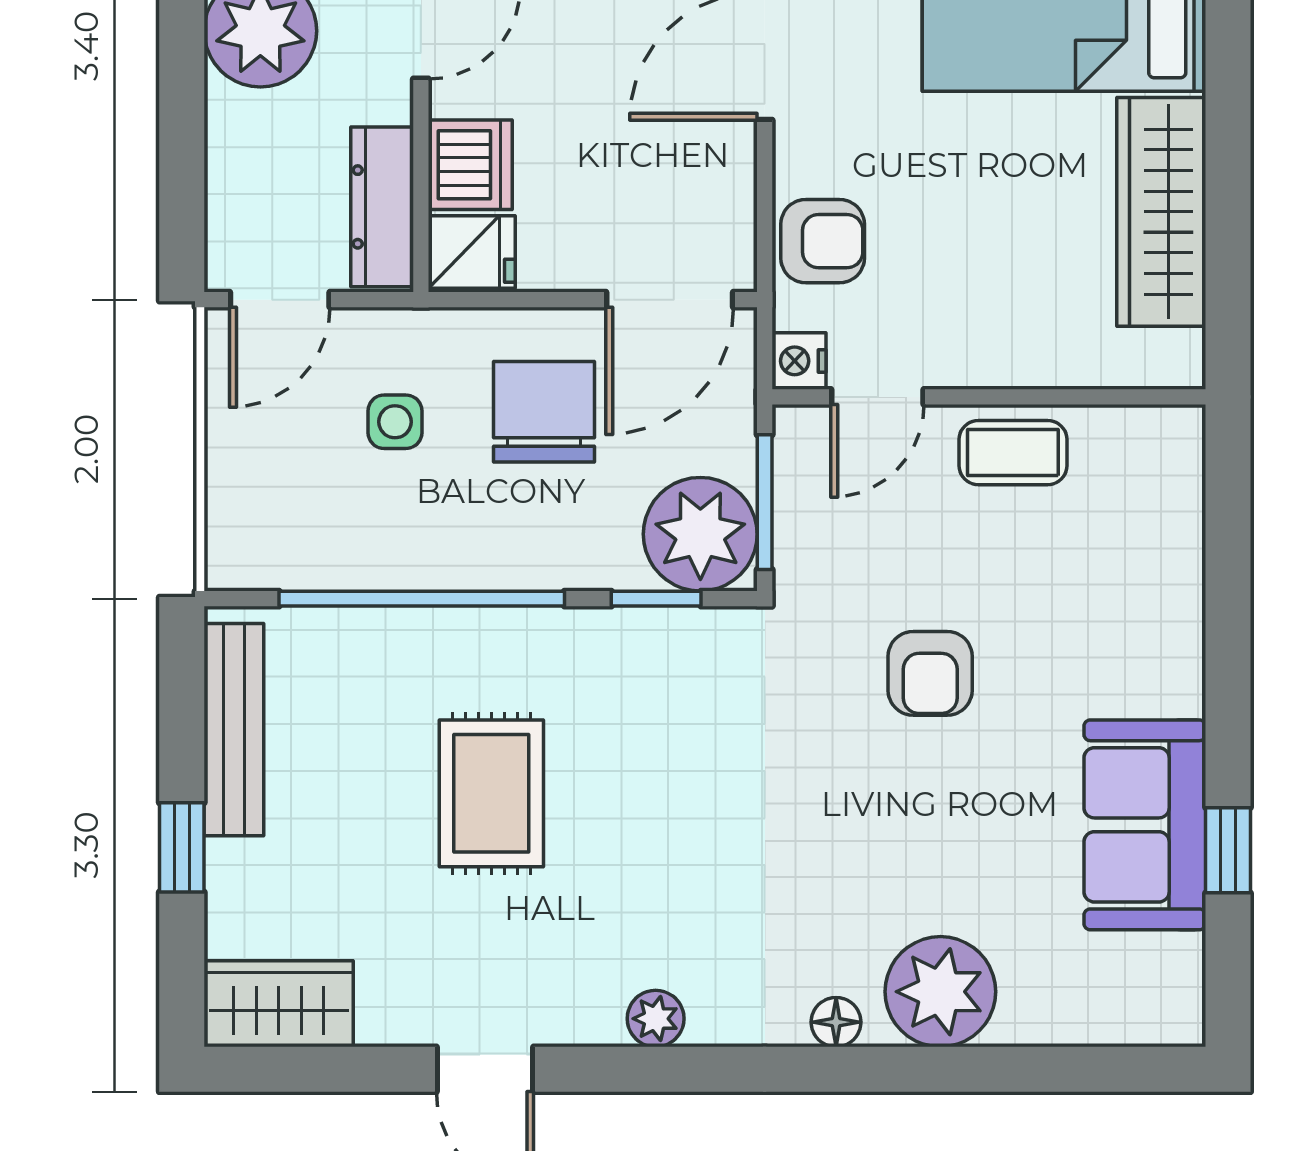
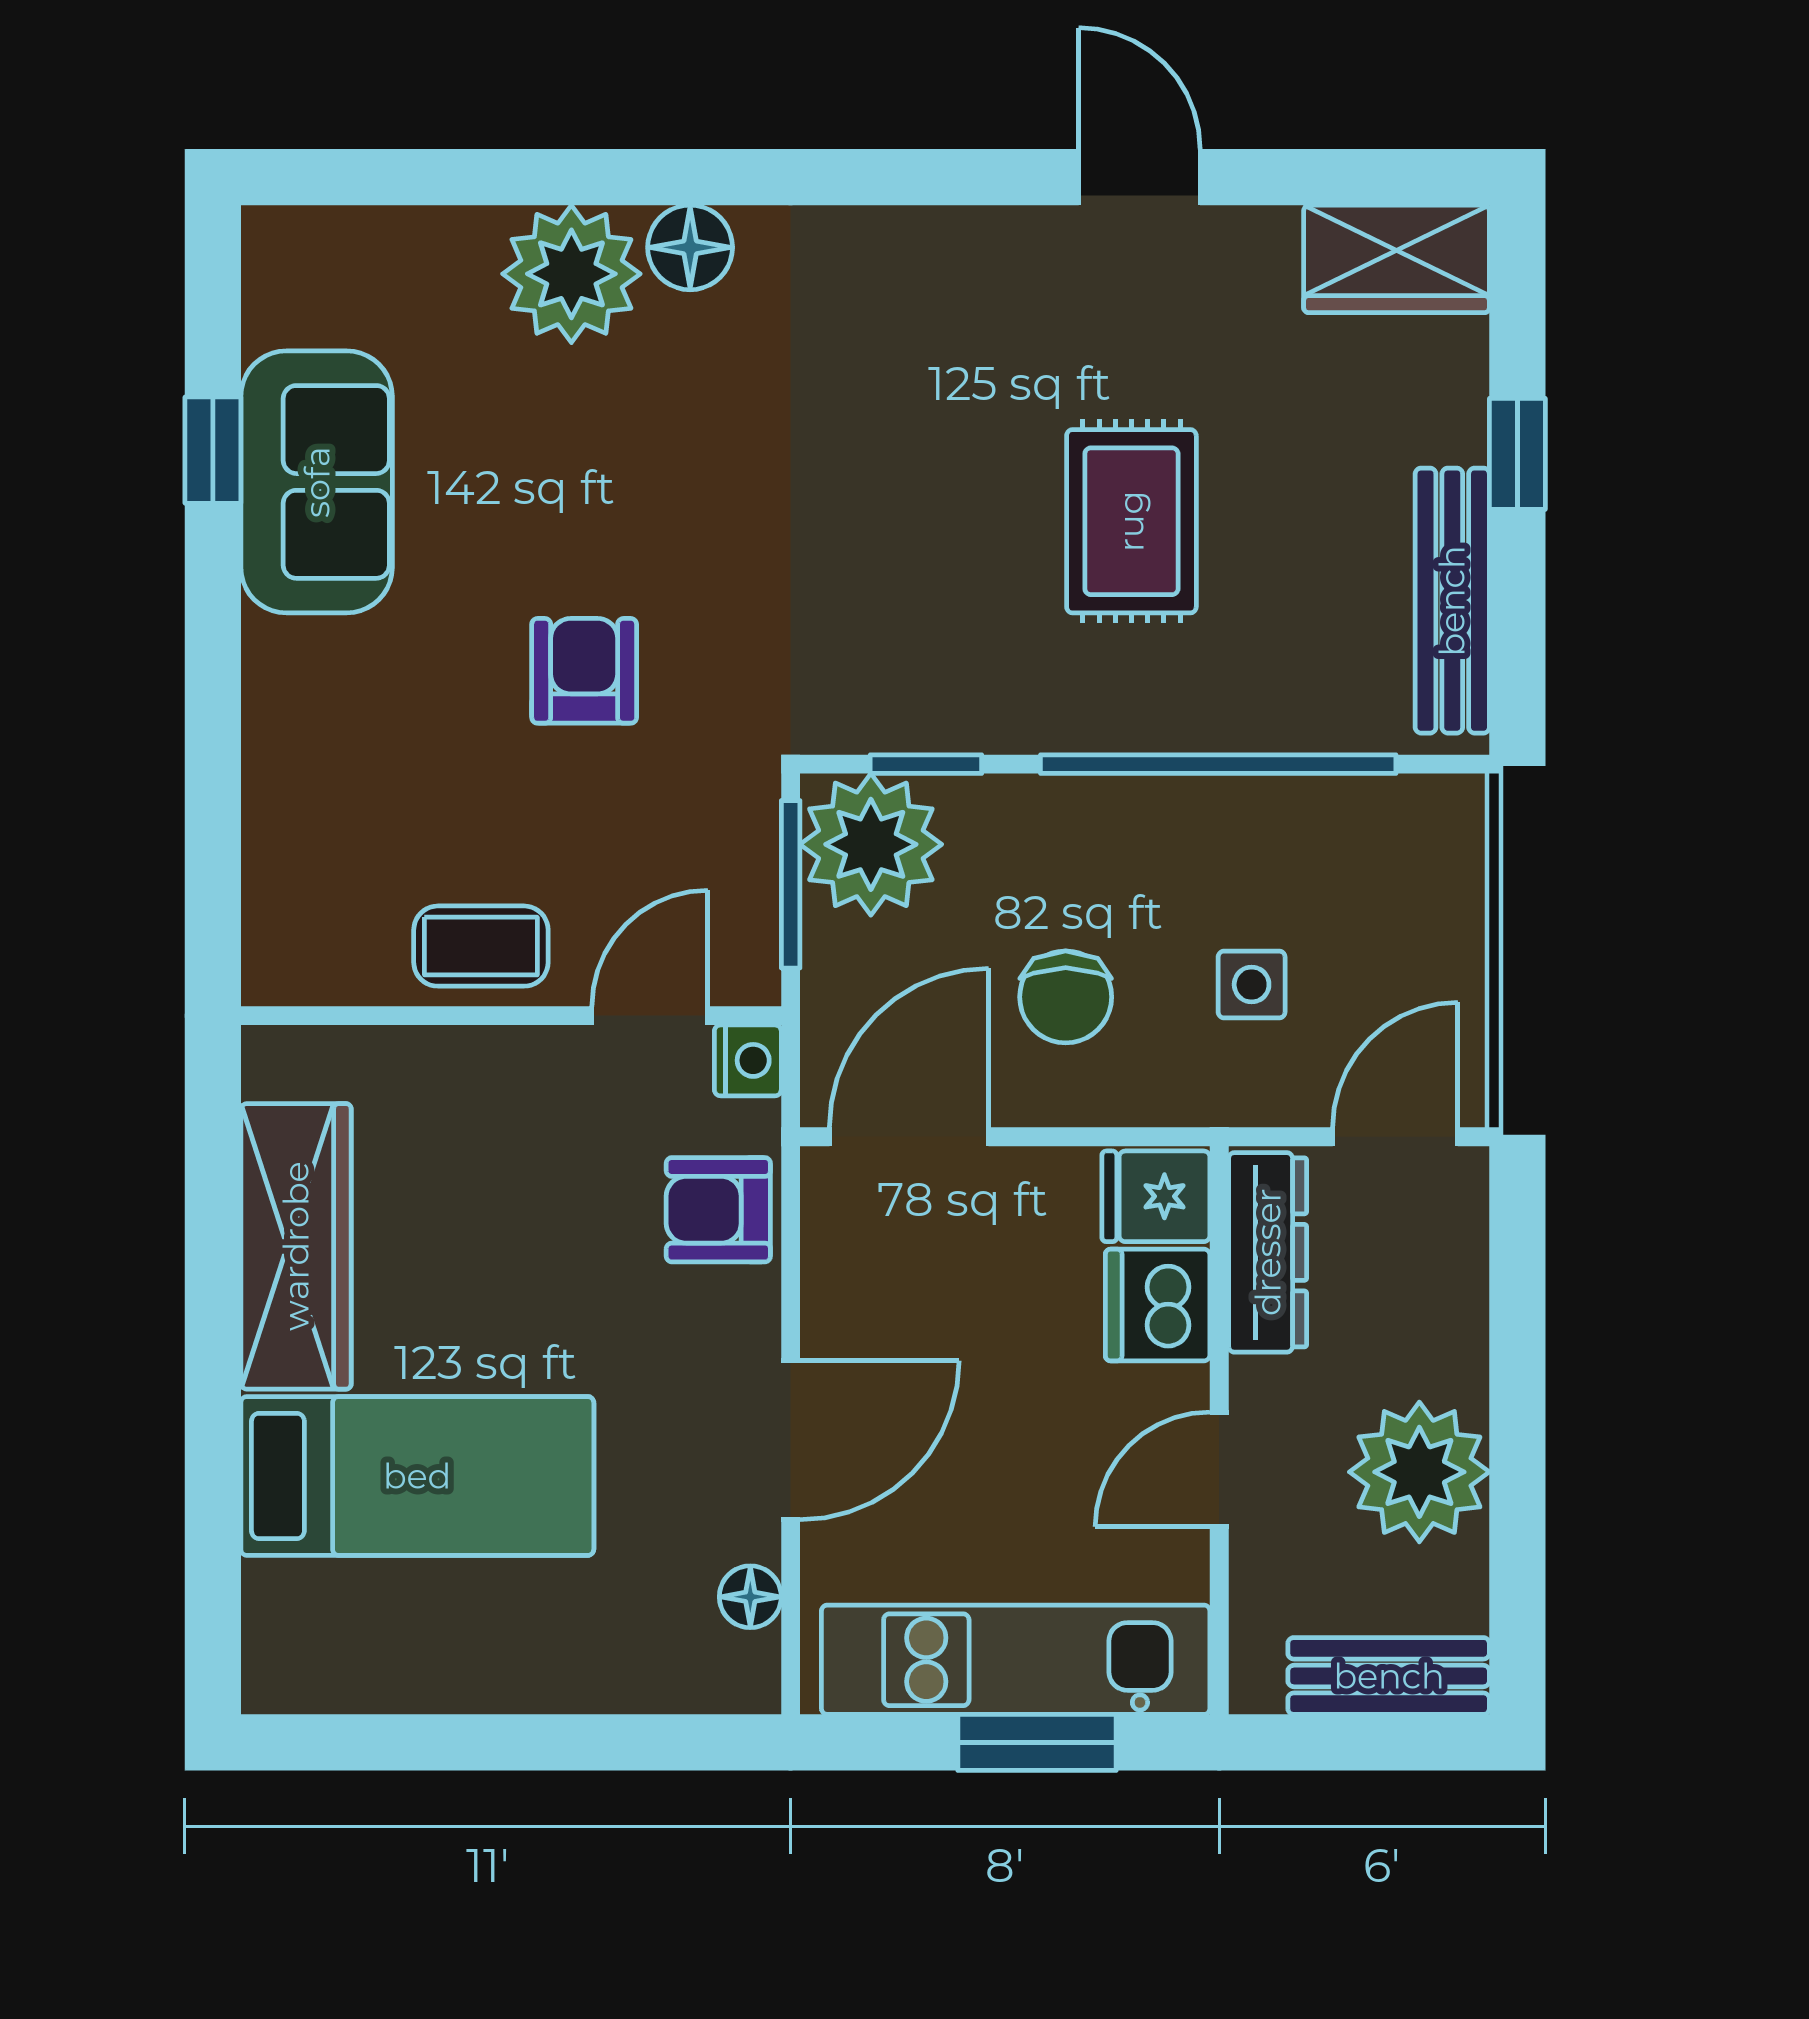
chair: (544, 412) -> (1066, 997), width x0.73, depth x0.73
plant: (656, 1019) -> (927, 240), removed
floor lamp: (836, 1022) -> (690, 247), width x1.37, depth x1.37

